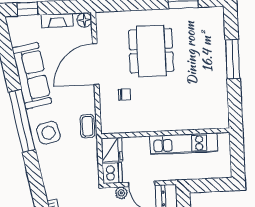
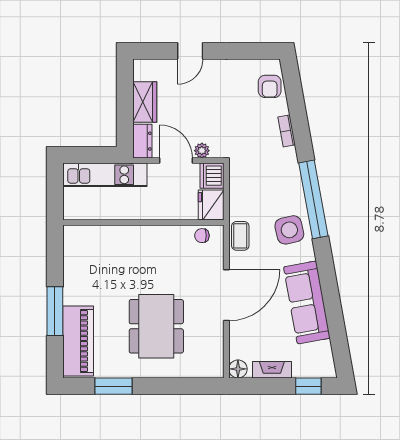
piano: (213, 36) -> (78, 341), added
door: (96, 64) -> (226, 295), moved
chair: (125, 95) -> (202, 236), moved
window: (22, 121) -> (313, 199), moved
kitchen unit: (184, 144) -> (105, 175), moved, turned 180

